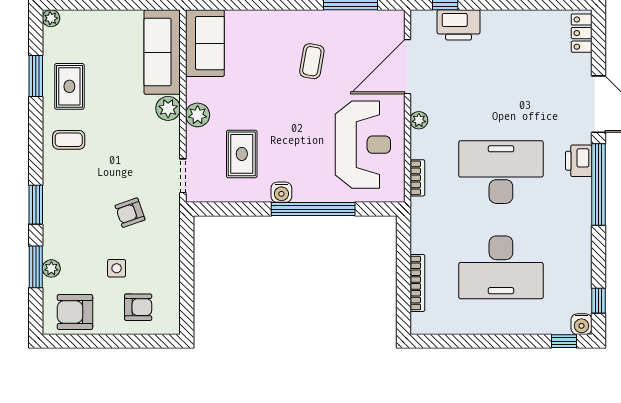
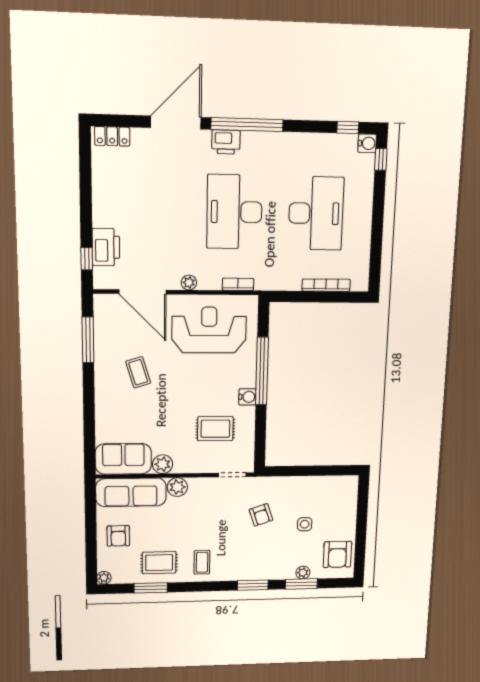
coffee table: (312, 61) -> (138, 372), turned 63
plant: (198, 115) -> (163, 464), moved
armchair: (138, 307) -> (118, 536), moved, turned 180

